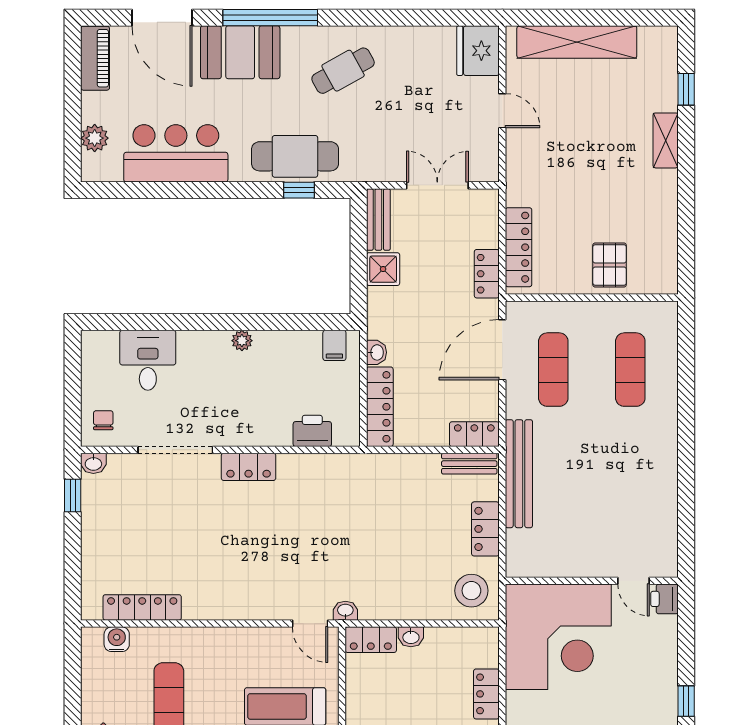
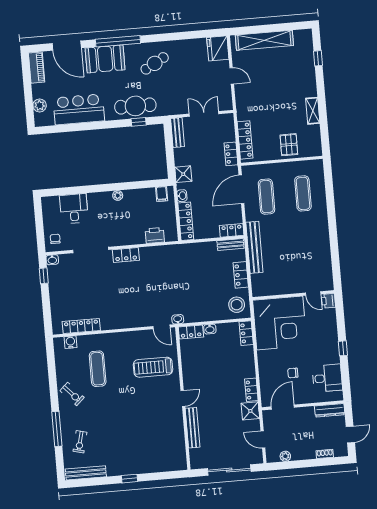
shelving: (666, 140) -> (313, 111), moved
shower: (383, 269) -> (183, 174), moved
locker: (486, 694) -> (246, 333), moved

